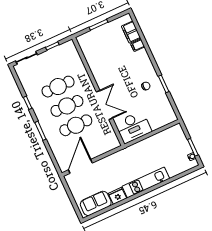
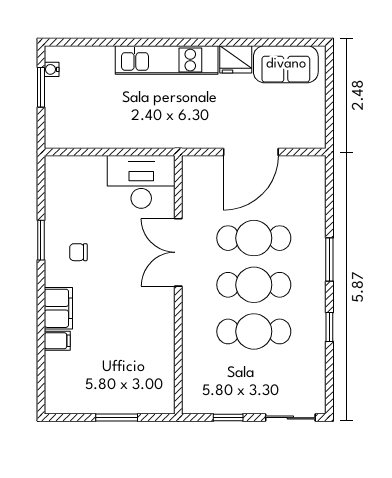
filing cabinet: (131, 32) -> (58, 308), moved
door: (80, 166) -> (251, 152), moved

